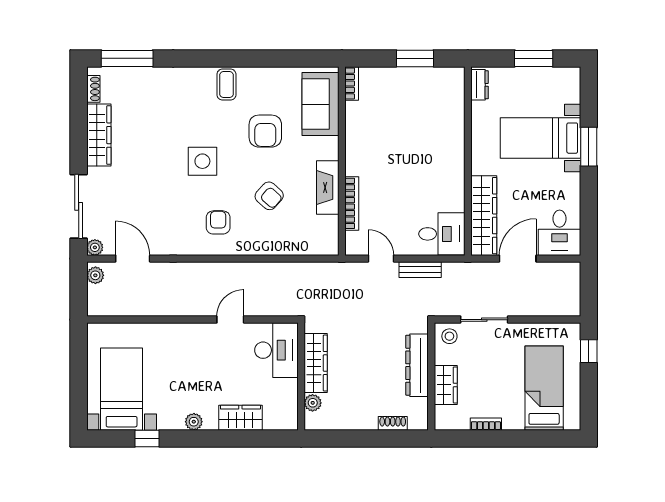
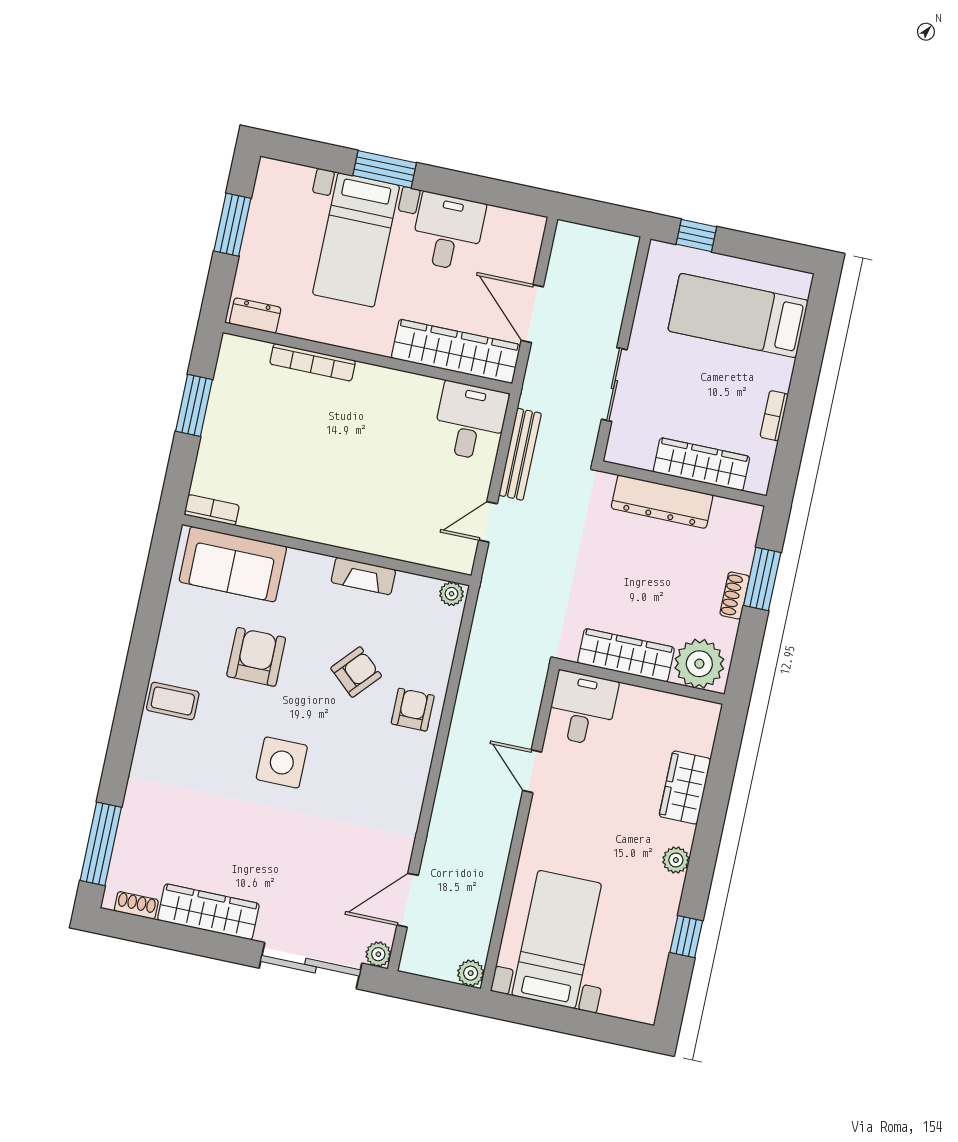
armchair: (265, 131) -> (256, 657), turned -90
fireplace: (328, 188) -> (363, 576), width x0.73, depth x0.76
bookcase: (352, 203) -> (313, 362), moved, turned 180
armchair: (218, 222) -> (413, 710), moved, turned 90
desk: (560, 233) -> (448, 232), moved, turned -90
plant: (331, 245) -> (452, 594), added
bench: (420, 270) -> (520, 454), width x1.36
plant: (95, 275) -> (471, 973), moved
stool: (449, 336) -> (628, 443), removed
desk: (276, 350) -> (582, 708), width x0.73
wardrobe: (446, 385) -> (701, 464), width x1.50
bed with nightstands: (122, 389) -> (557, 939), moved, turned 90
plant: (313, 403) -> (699, 664), width x1.88, depth x1.88
shoe rack: (393, 423) -> (735, 595), moved
window: (382, 438) -> (762, 579), added

